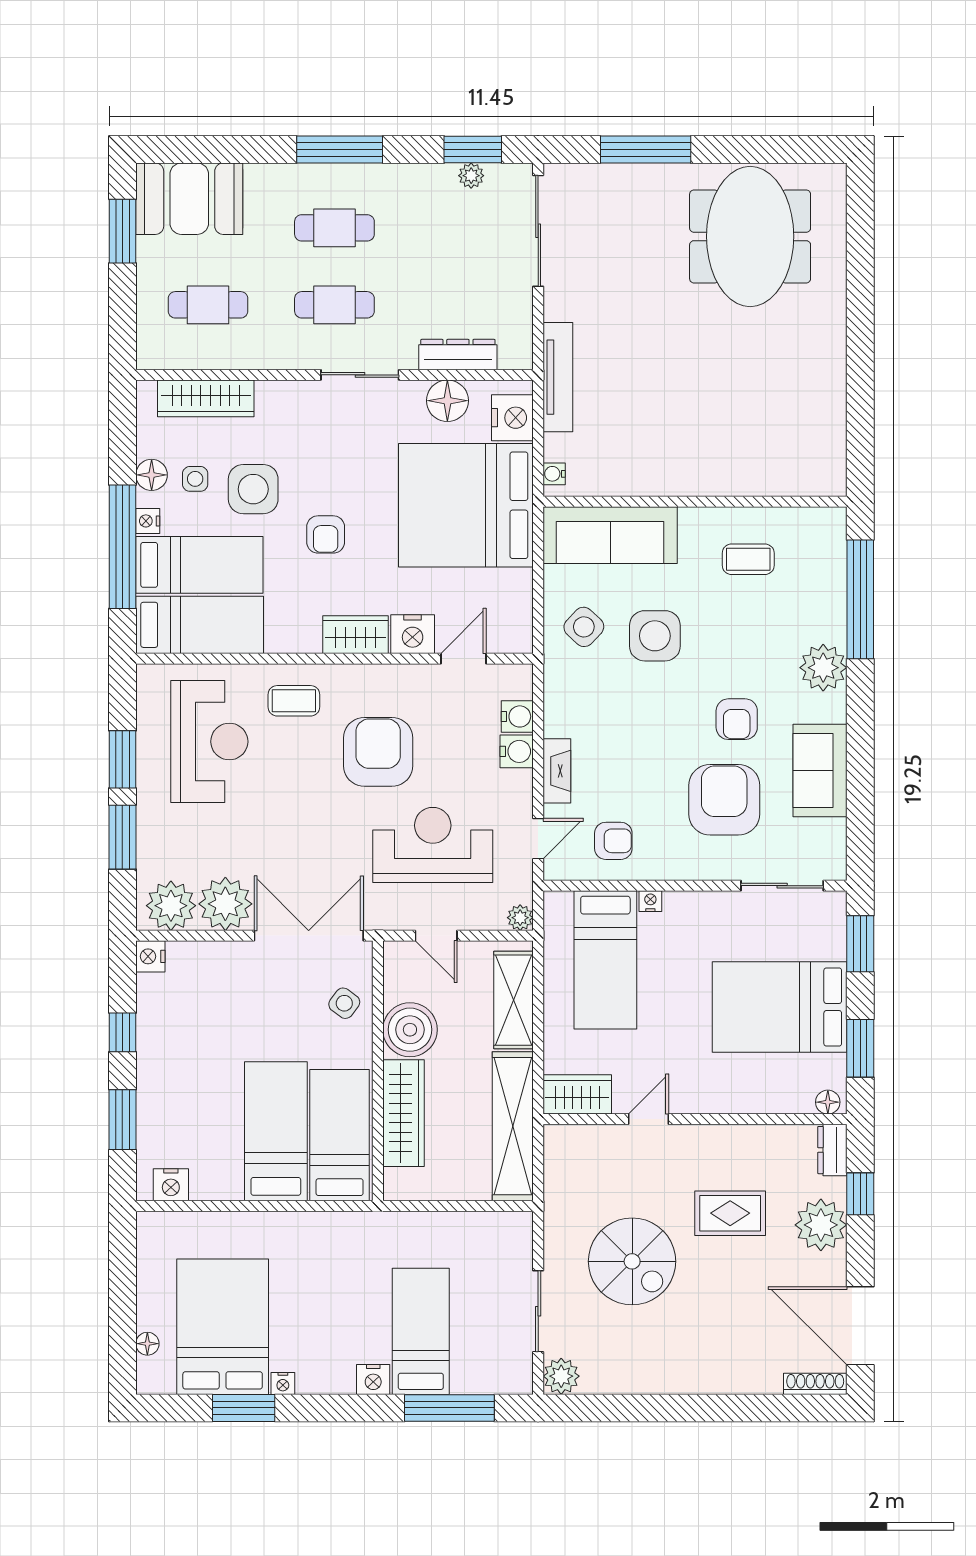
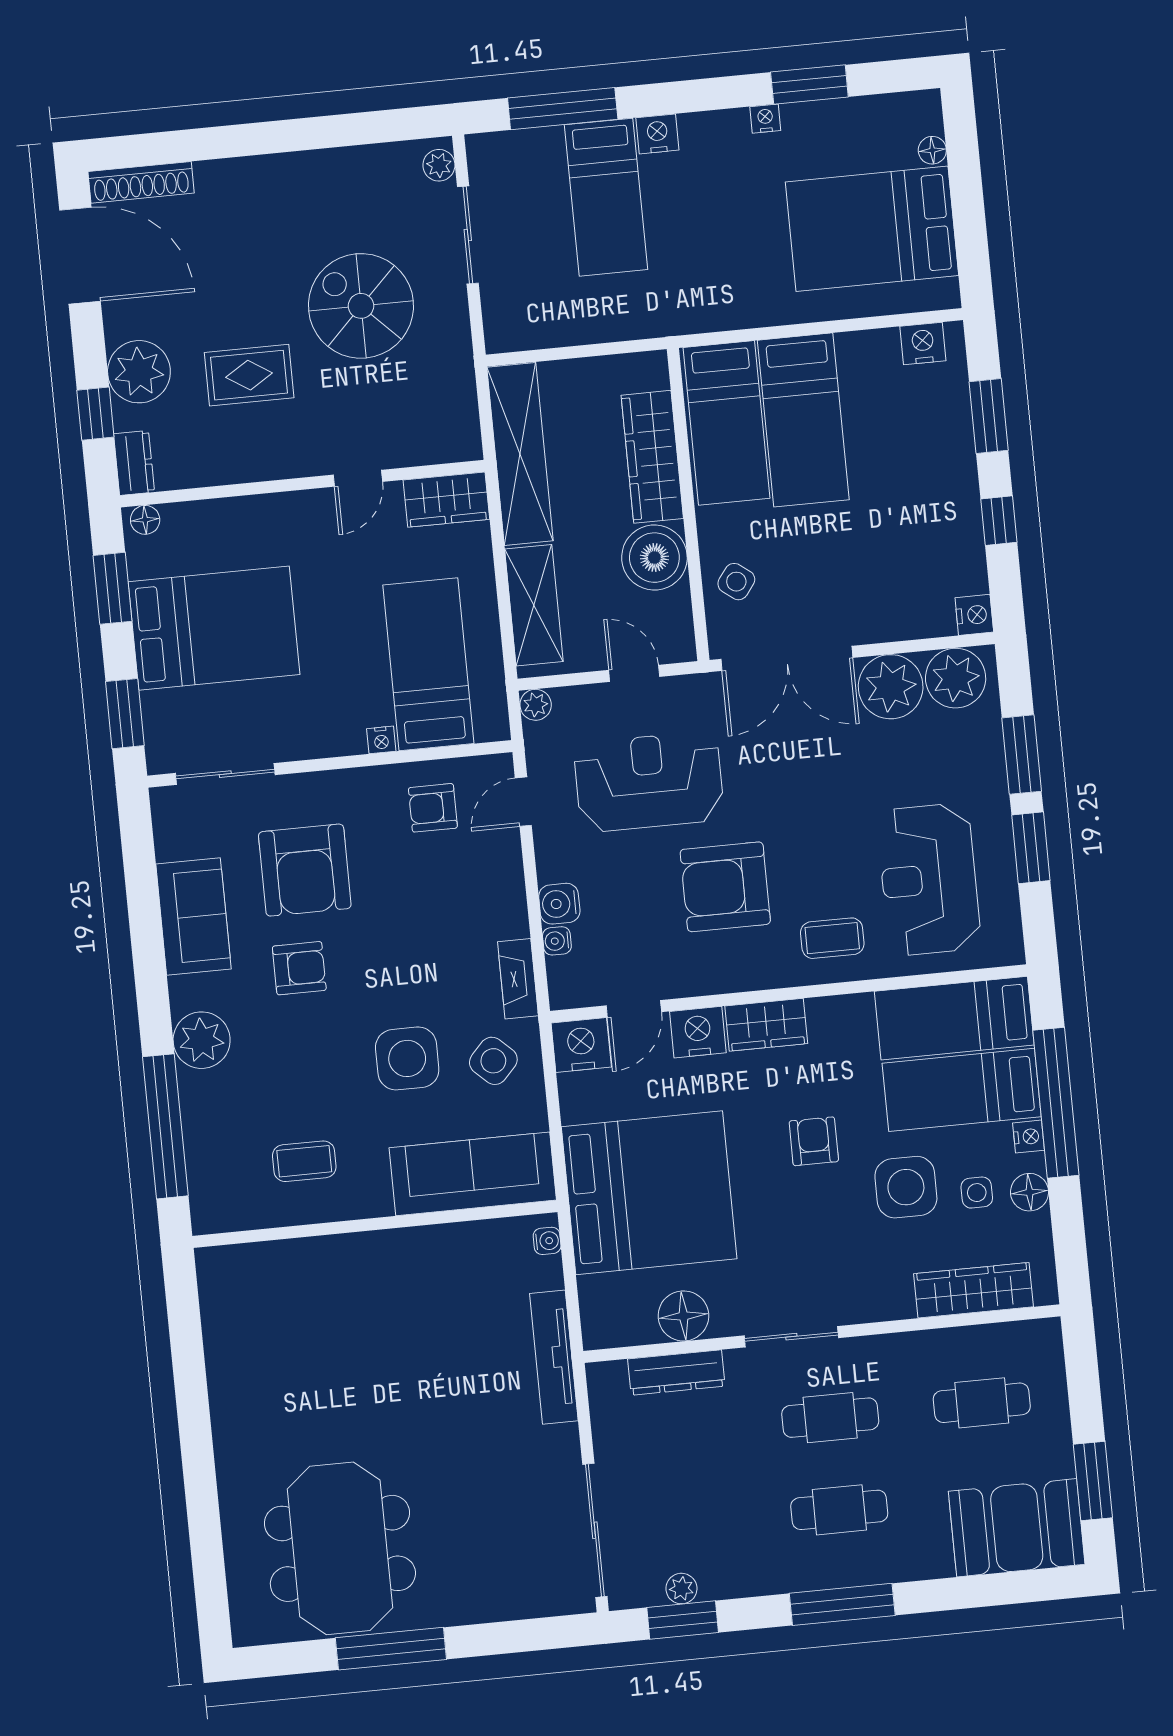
window: (646, 149) -> (391, 1649), moved
nightstand: (512, 418) -> (581, 1045), moved, turned 90
water cooler: (517, 716) -> (557, 941), width x0.72, depth x0.72
armchair: (737, 719) -> (299, 968), turned 90
armchair: (378, 752) -> (725, 887), turned 90
fireplace: (557, 771) -> (518, 979), moved
reception desk: (433, 845) -> (649, 782), turned 180
bed: (223, 1327) -> (872, 229), moved, turned 90
plant: (561, 1376) -> (439, 165), width x0.73, depth x0.73
shoe rack: (815, 1384) -> (141, 182), width x1.36, depth x1.24

